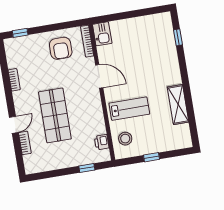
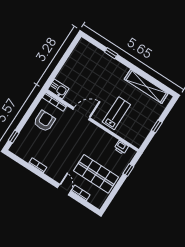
window: (178, 37) -> (111, 53), moved
armchair: (61, 48) -> (44, 121), turned -90
shelving: (178, 105) -> (146, 86), width x1.47
shop shelf: (55, 115) -> (96, 174), moved
stool: (125, 139) -> (132, 132), removed

